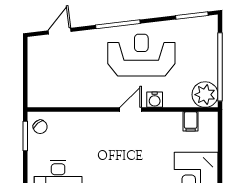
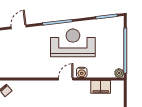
plant: (205, 95) -> (119, 73), width x0.53, depth x0.53
filing cabinet: (191, 121) -> (101, 87), width x2.00

